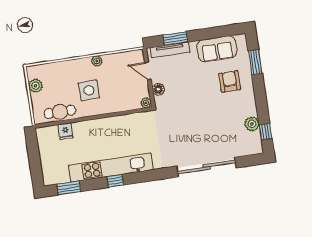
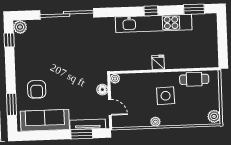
sofa: (217, 49) -> (45, 120), width x1.36
plant: (36, 86) -> (214, 116), moved
plant: (252, 124) -> (20, 27), moved
fridge: (65, 131) -> (158, 62), moved

